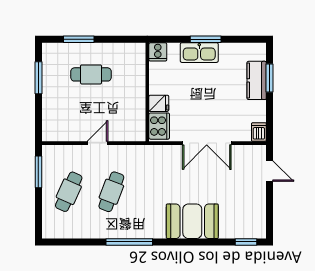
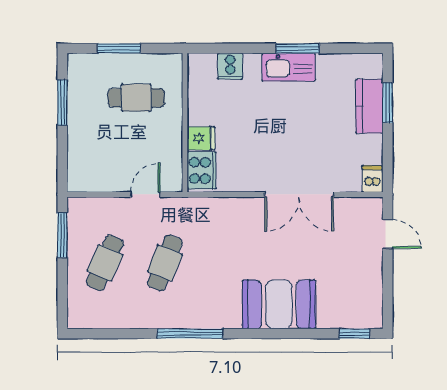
wall: (147, 92) -> (185, 123), moved
fridge: (159, 103) -> (201, 138), moved
cooker: (159, 126) -> (202, 170), moved

